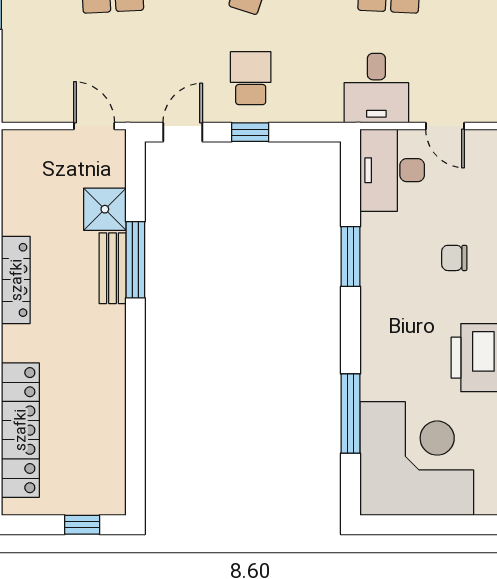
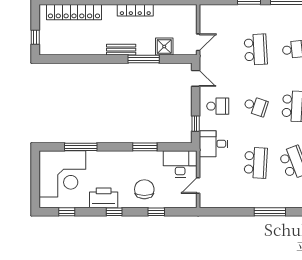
desk: (376, 88) -> (214, 144), moved
window: (250, 132) -> (196, 124), moved
chair: (454, 258) -> (144, 189), width x1.87, depth x1.87
bench: (113, 268) -> (121, 50), moved

